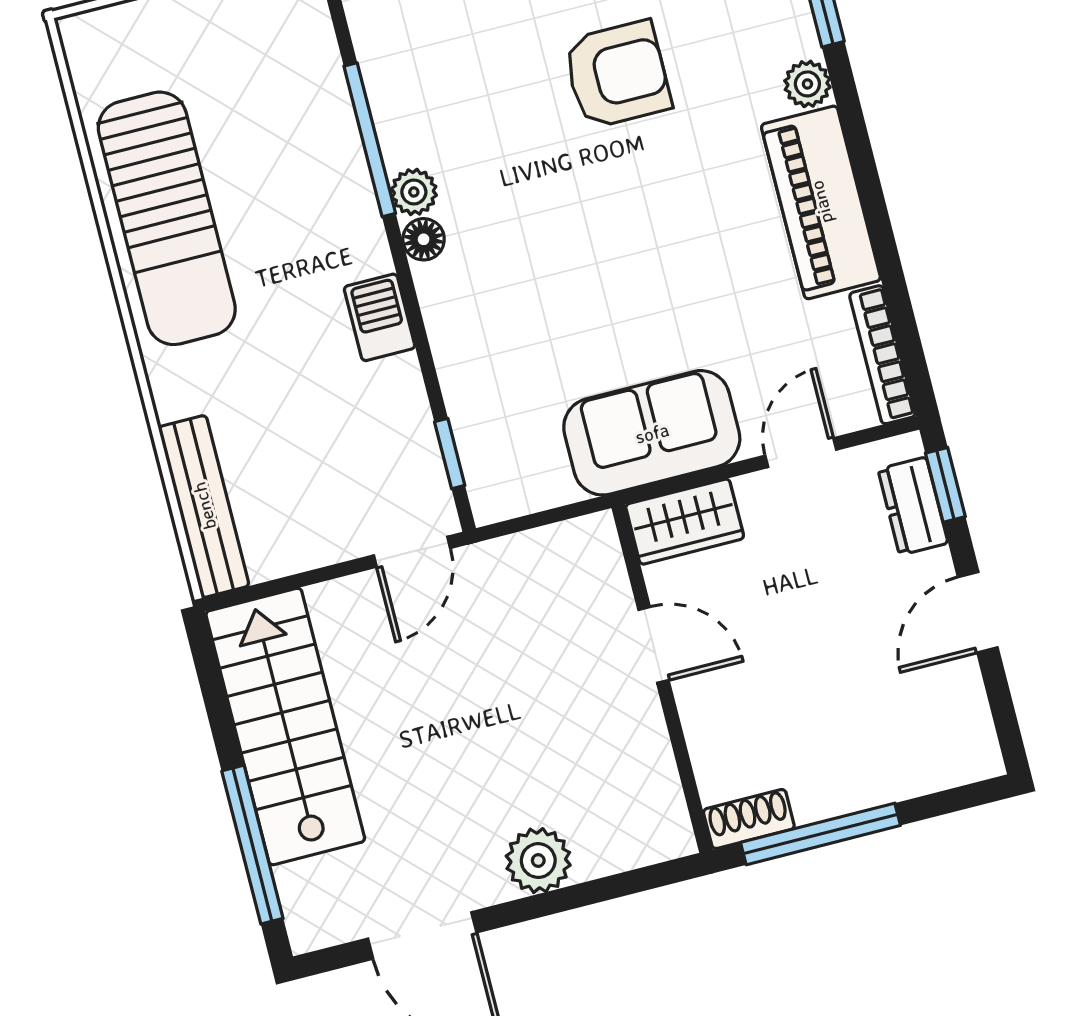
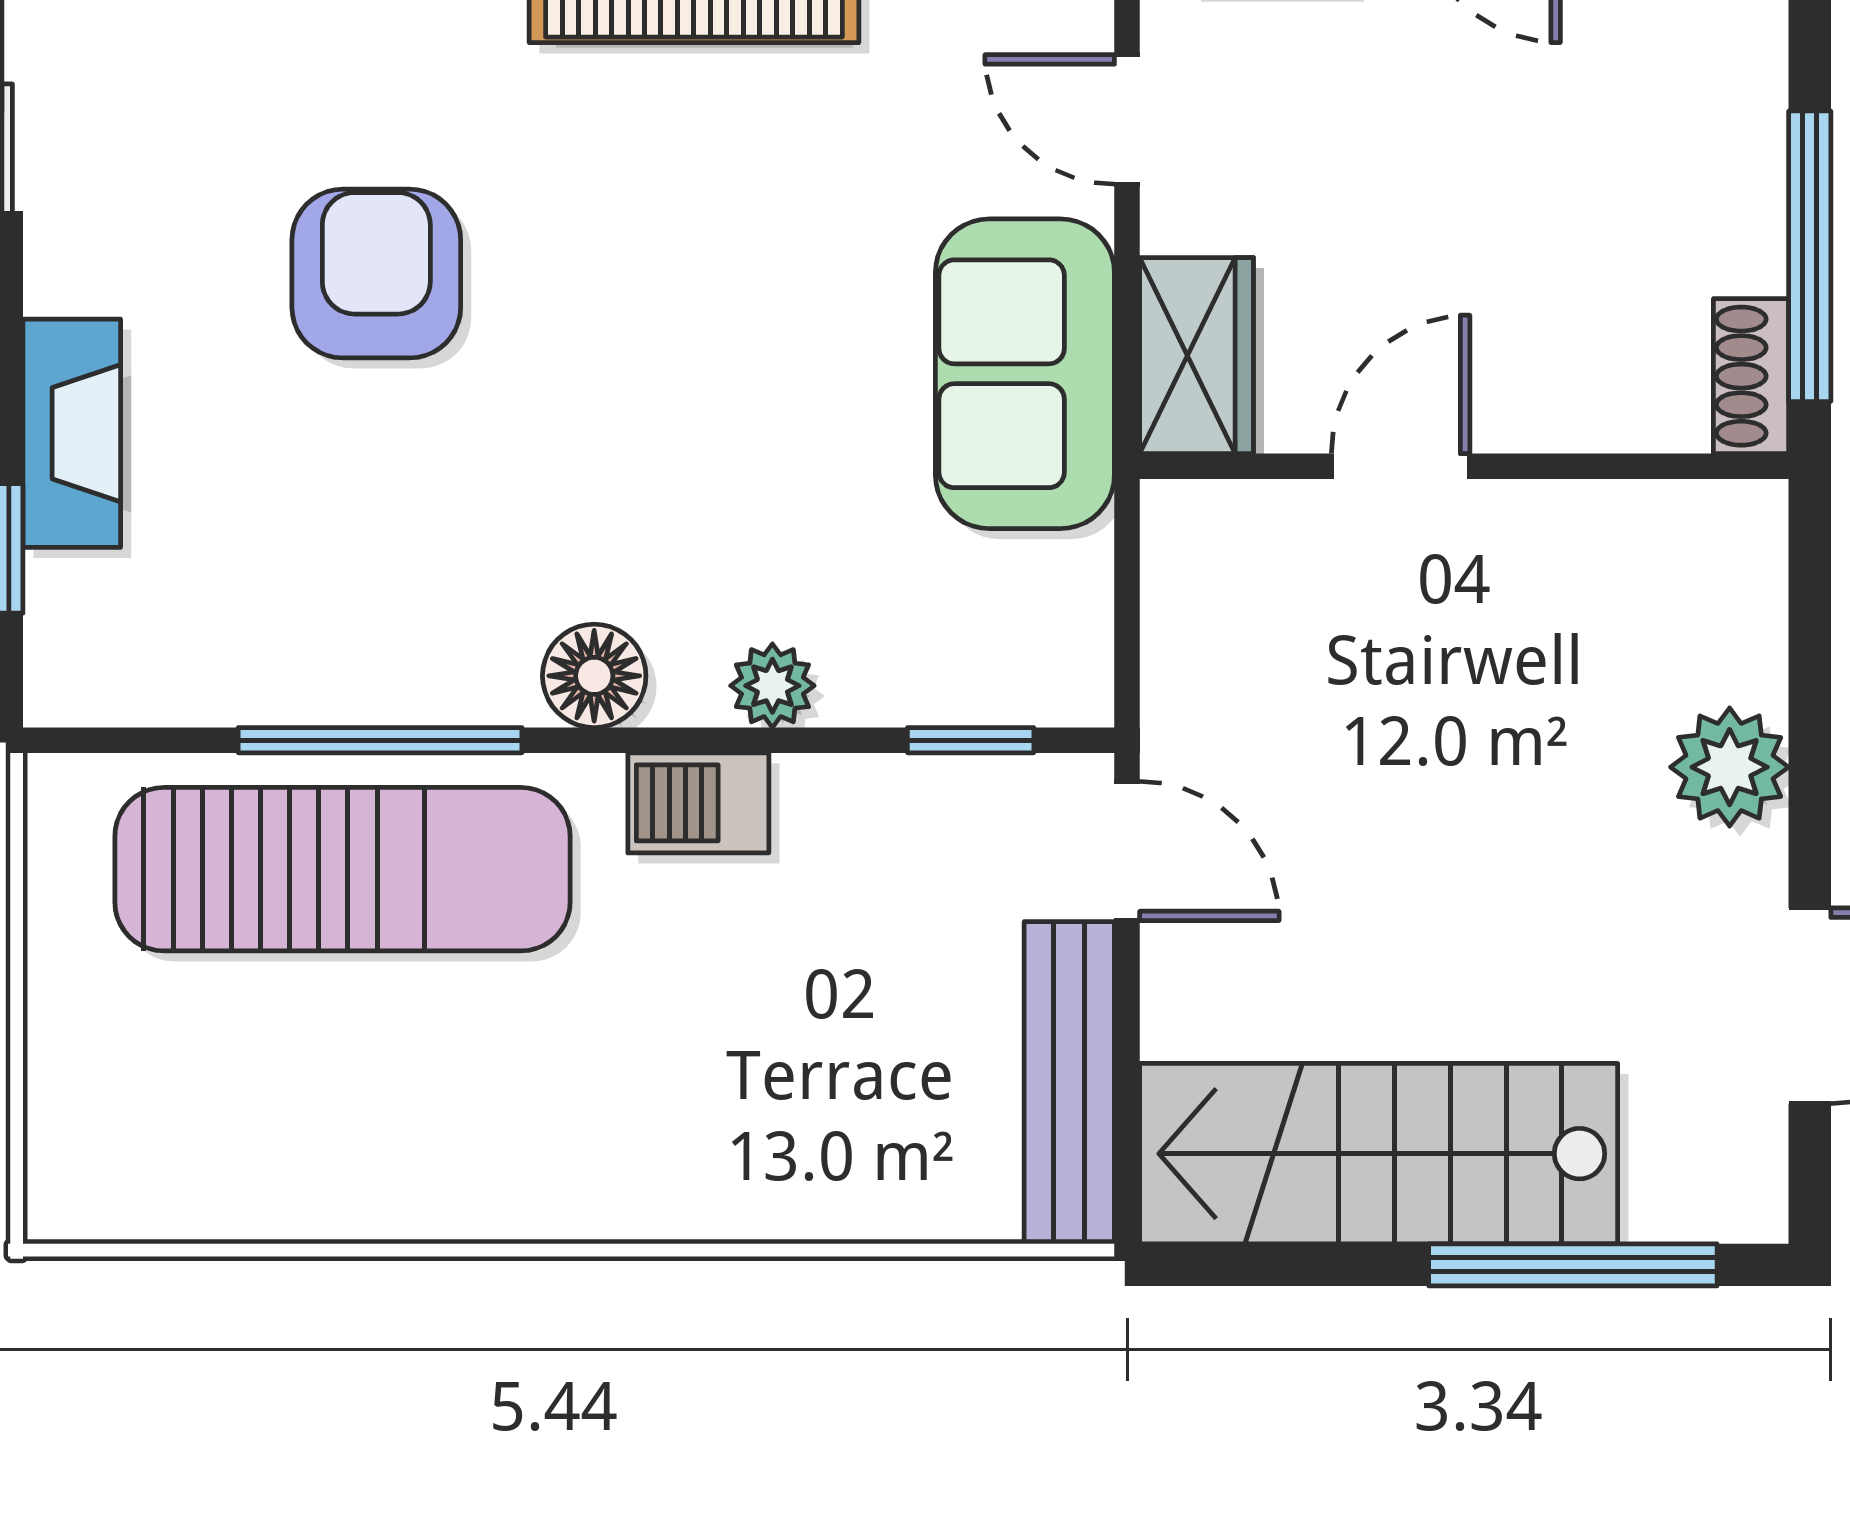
plant: (414, 192) -> (772, 686), moved
sun lounger: (167, 218) -> (342, 869), moved
floor lamp: (424, 239) -> (594, 676), width x1.37, depth x1.37
bench: (204, 506) -> (1069, 1083), moved, turned 90

